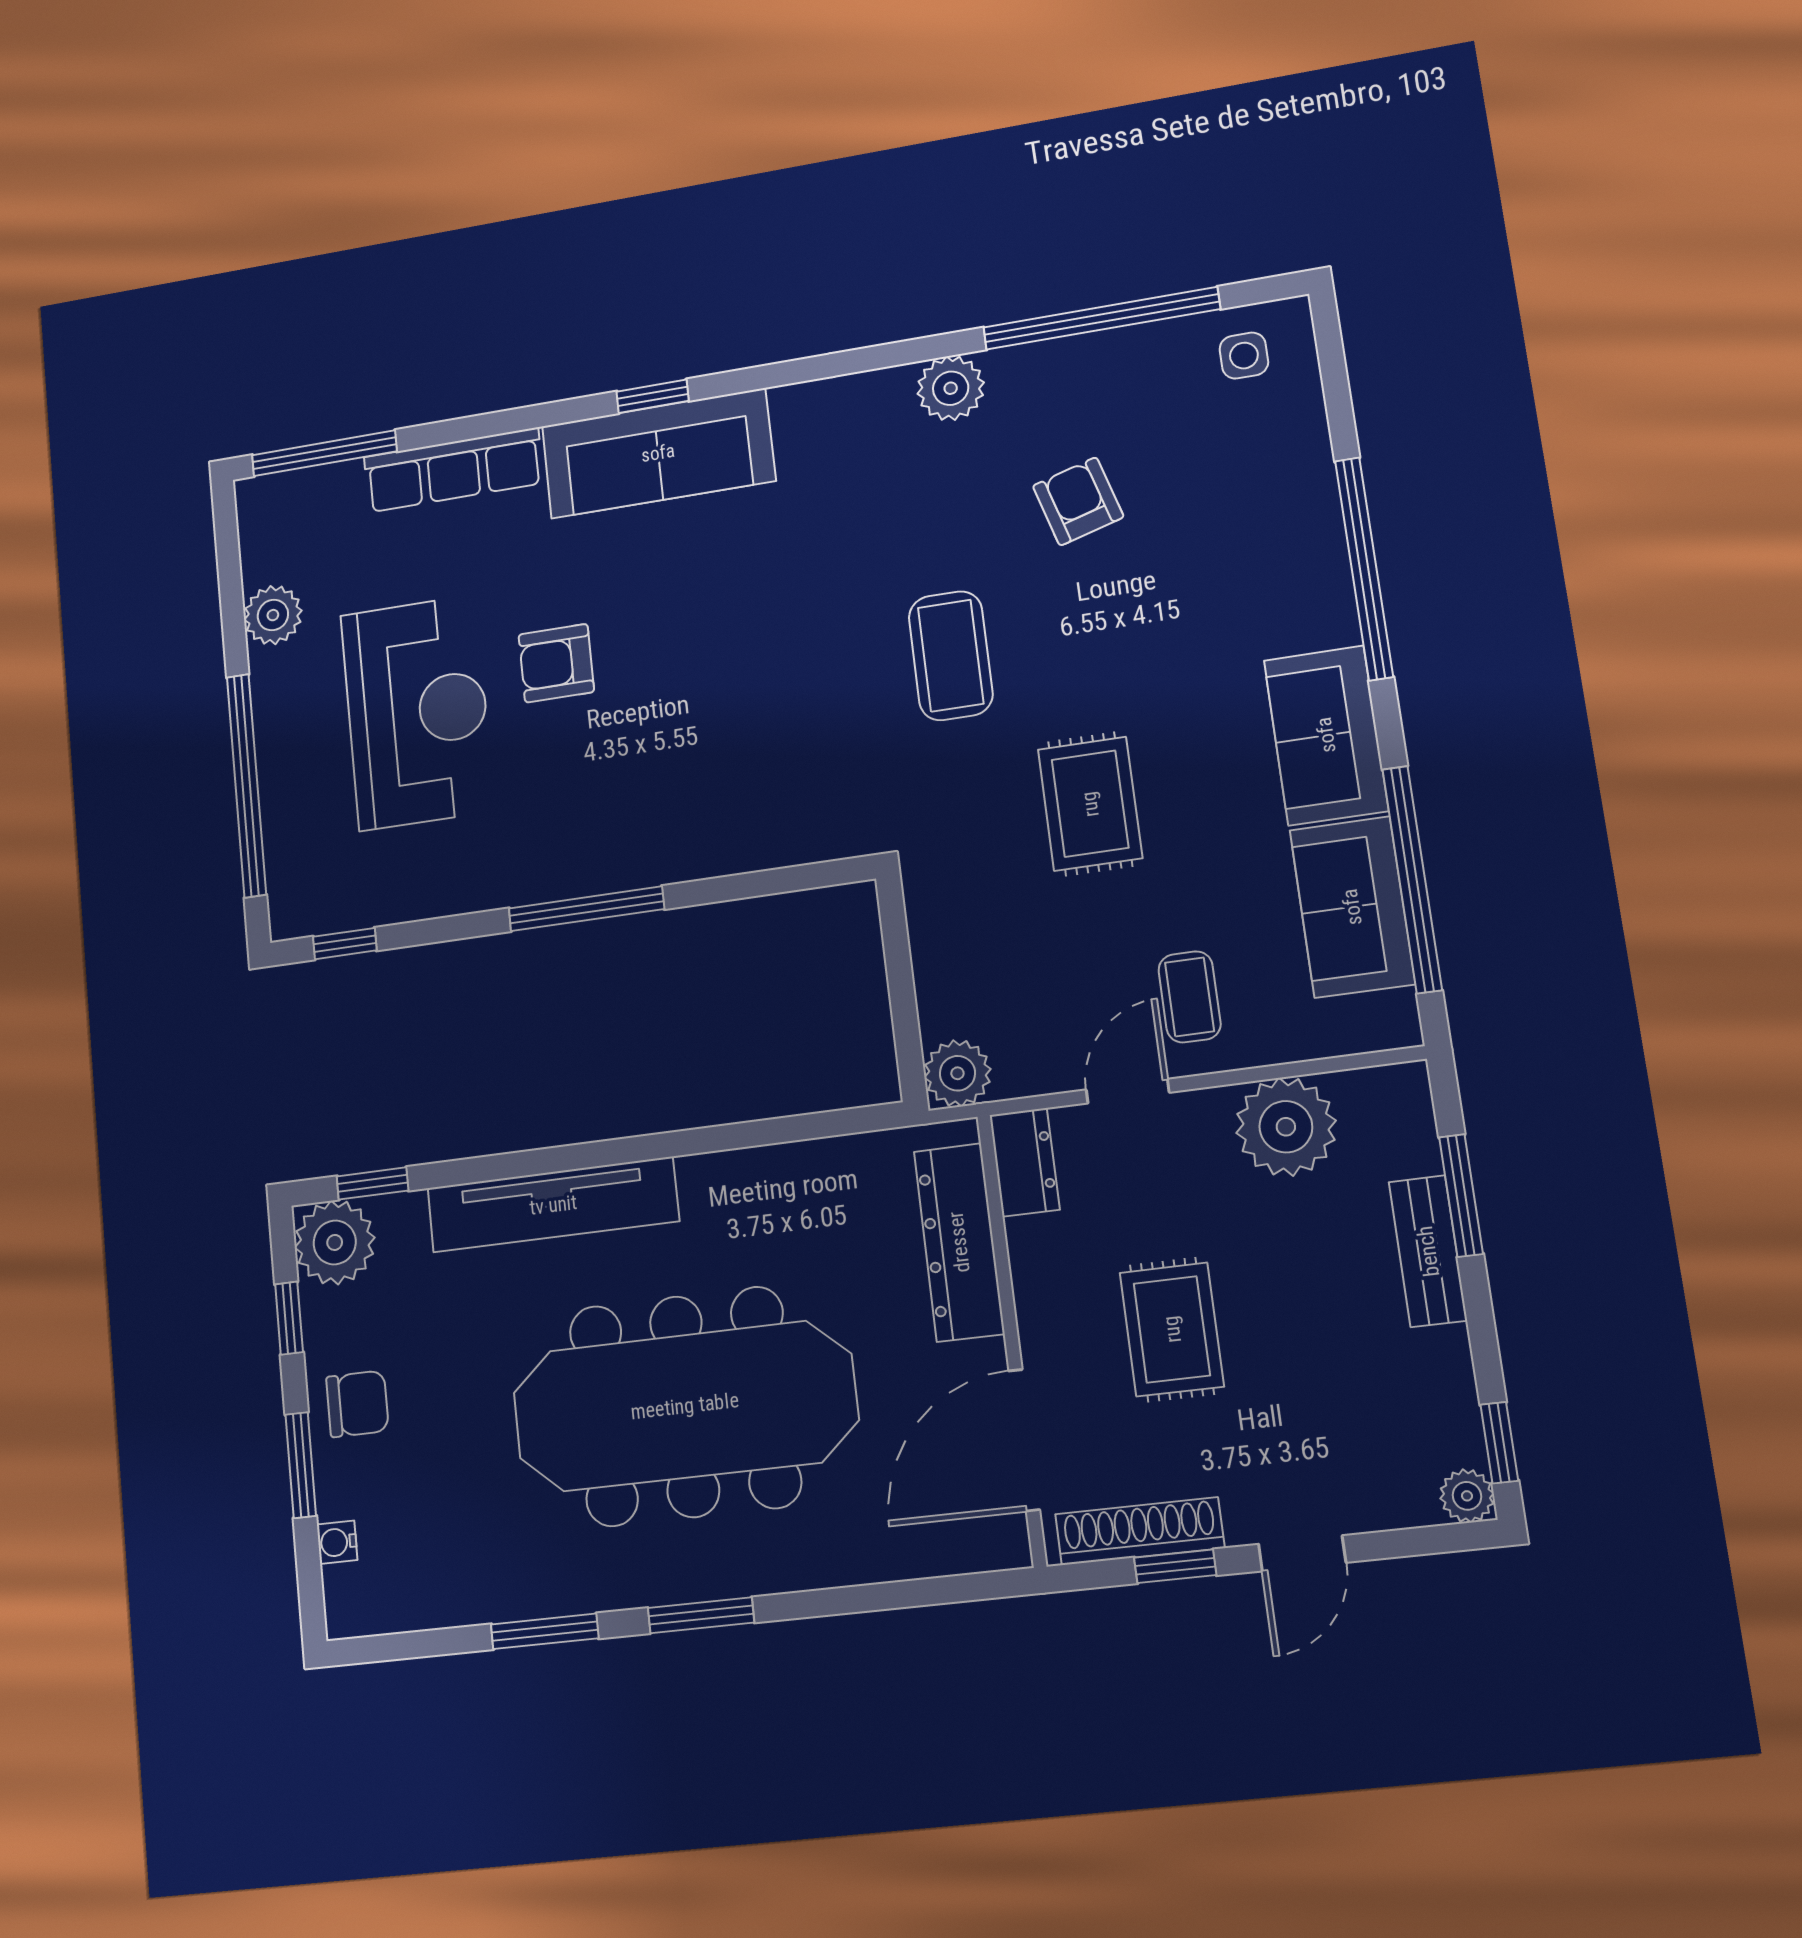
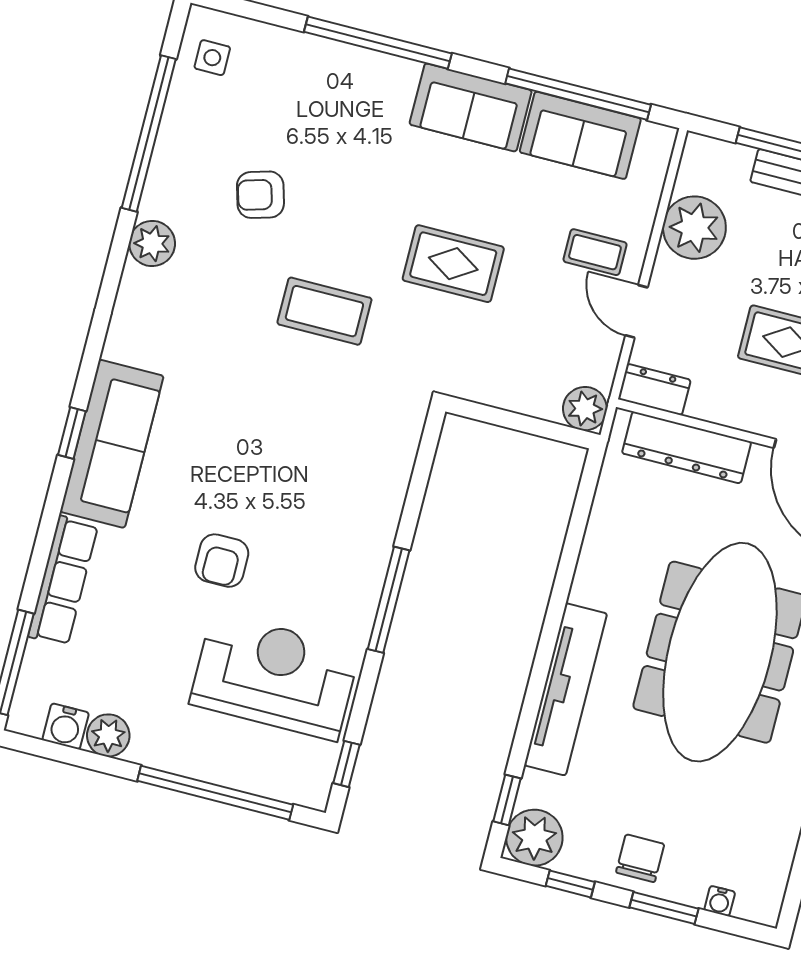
water cooler: (265, 556) -> (66, 726), added
reception desk: (417, 712) -> (275, 676), moved

